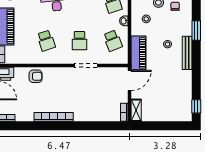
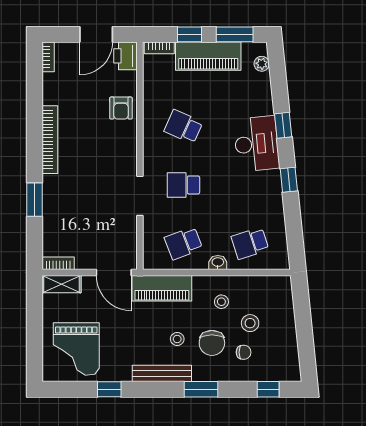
chair: (170, 24) -> (212, 343), added
school desk: (46, 41) -> (183, 127), turned 42
grand piano: (173, 102) -> (76, 349), added
window: (196, 106) -> (109, 389), moved
window: (88, 126) -> (35, 200), added

